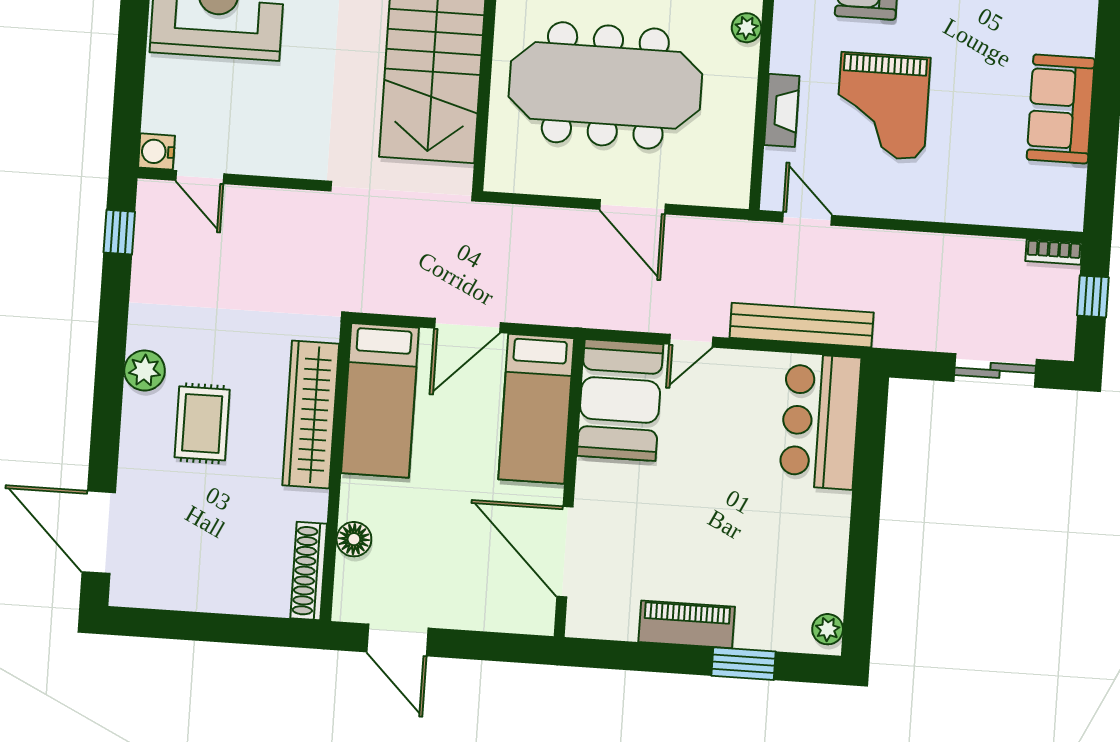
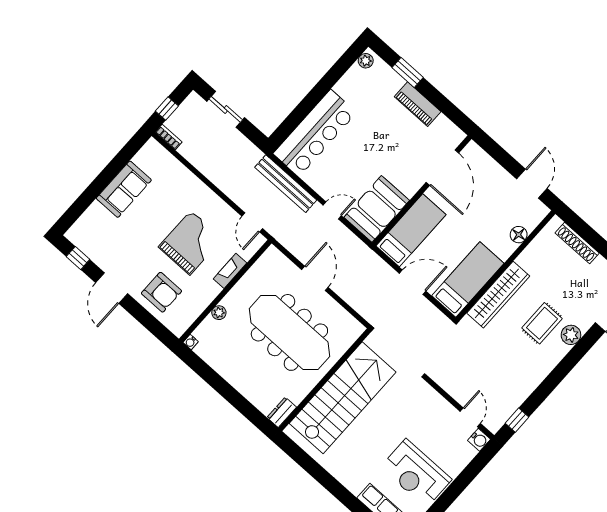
plant: (145, 370) -> (571, 335), moved
bar counter: (820, 421) -> (315, 133), width x1.36
shoe rack: (309, 571) -> (577, 243), moved, turned 90

